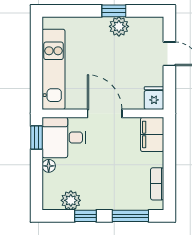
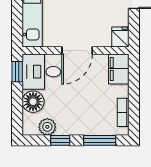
door: (105, 113) -> (77, 51), swing flipped
floor lamp: (49, 166) -> (33, 102), width x1.89, depth x1.89

